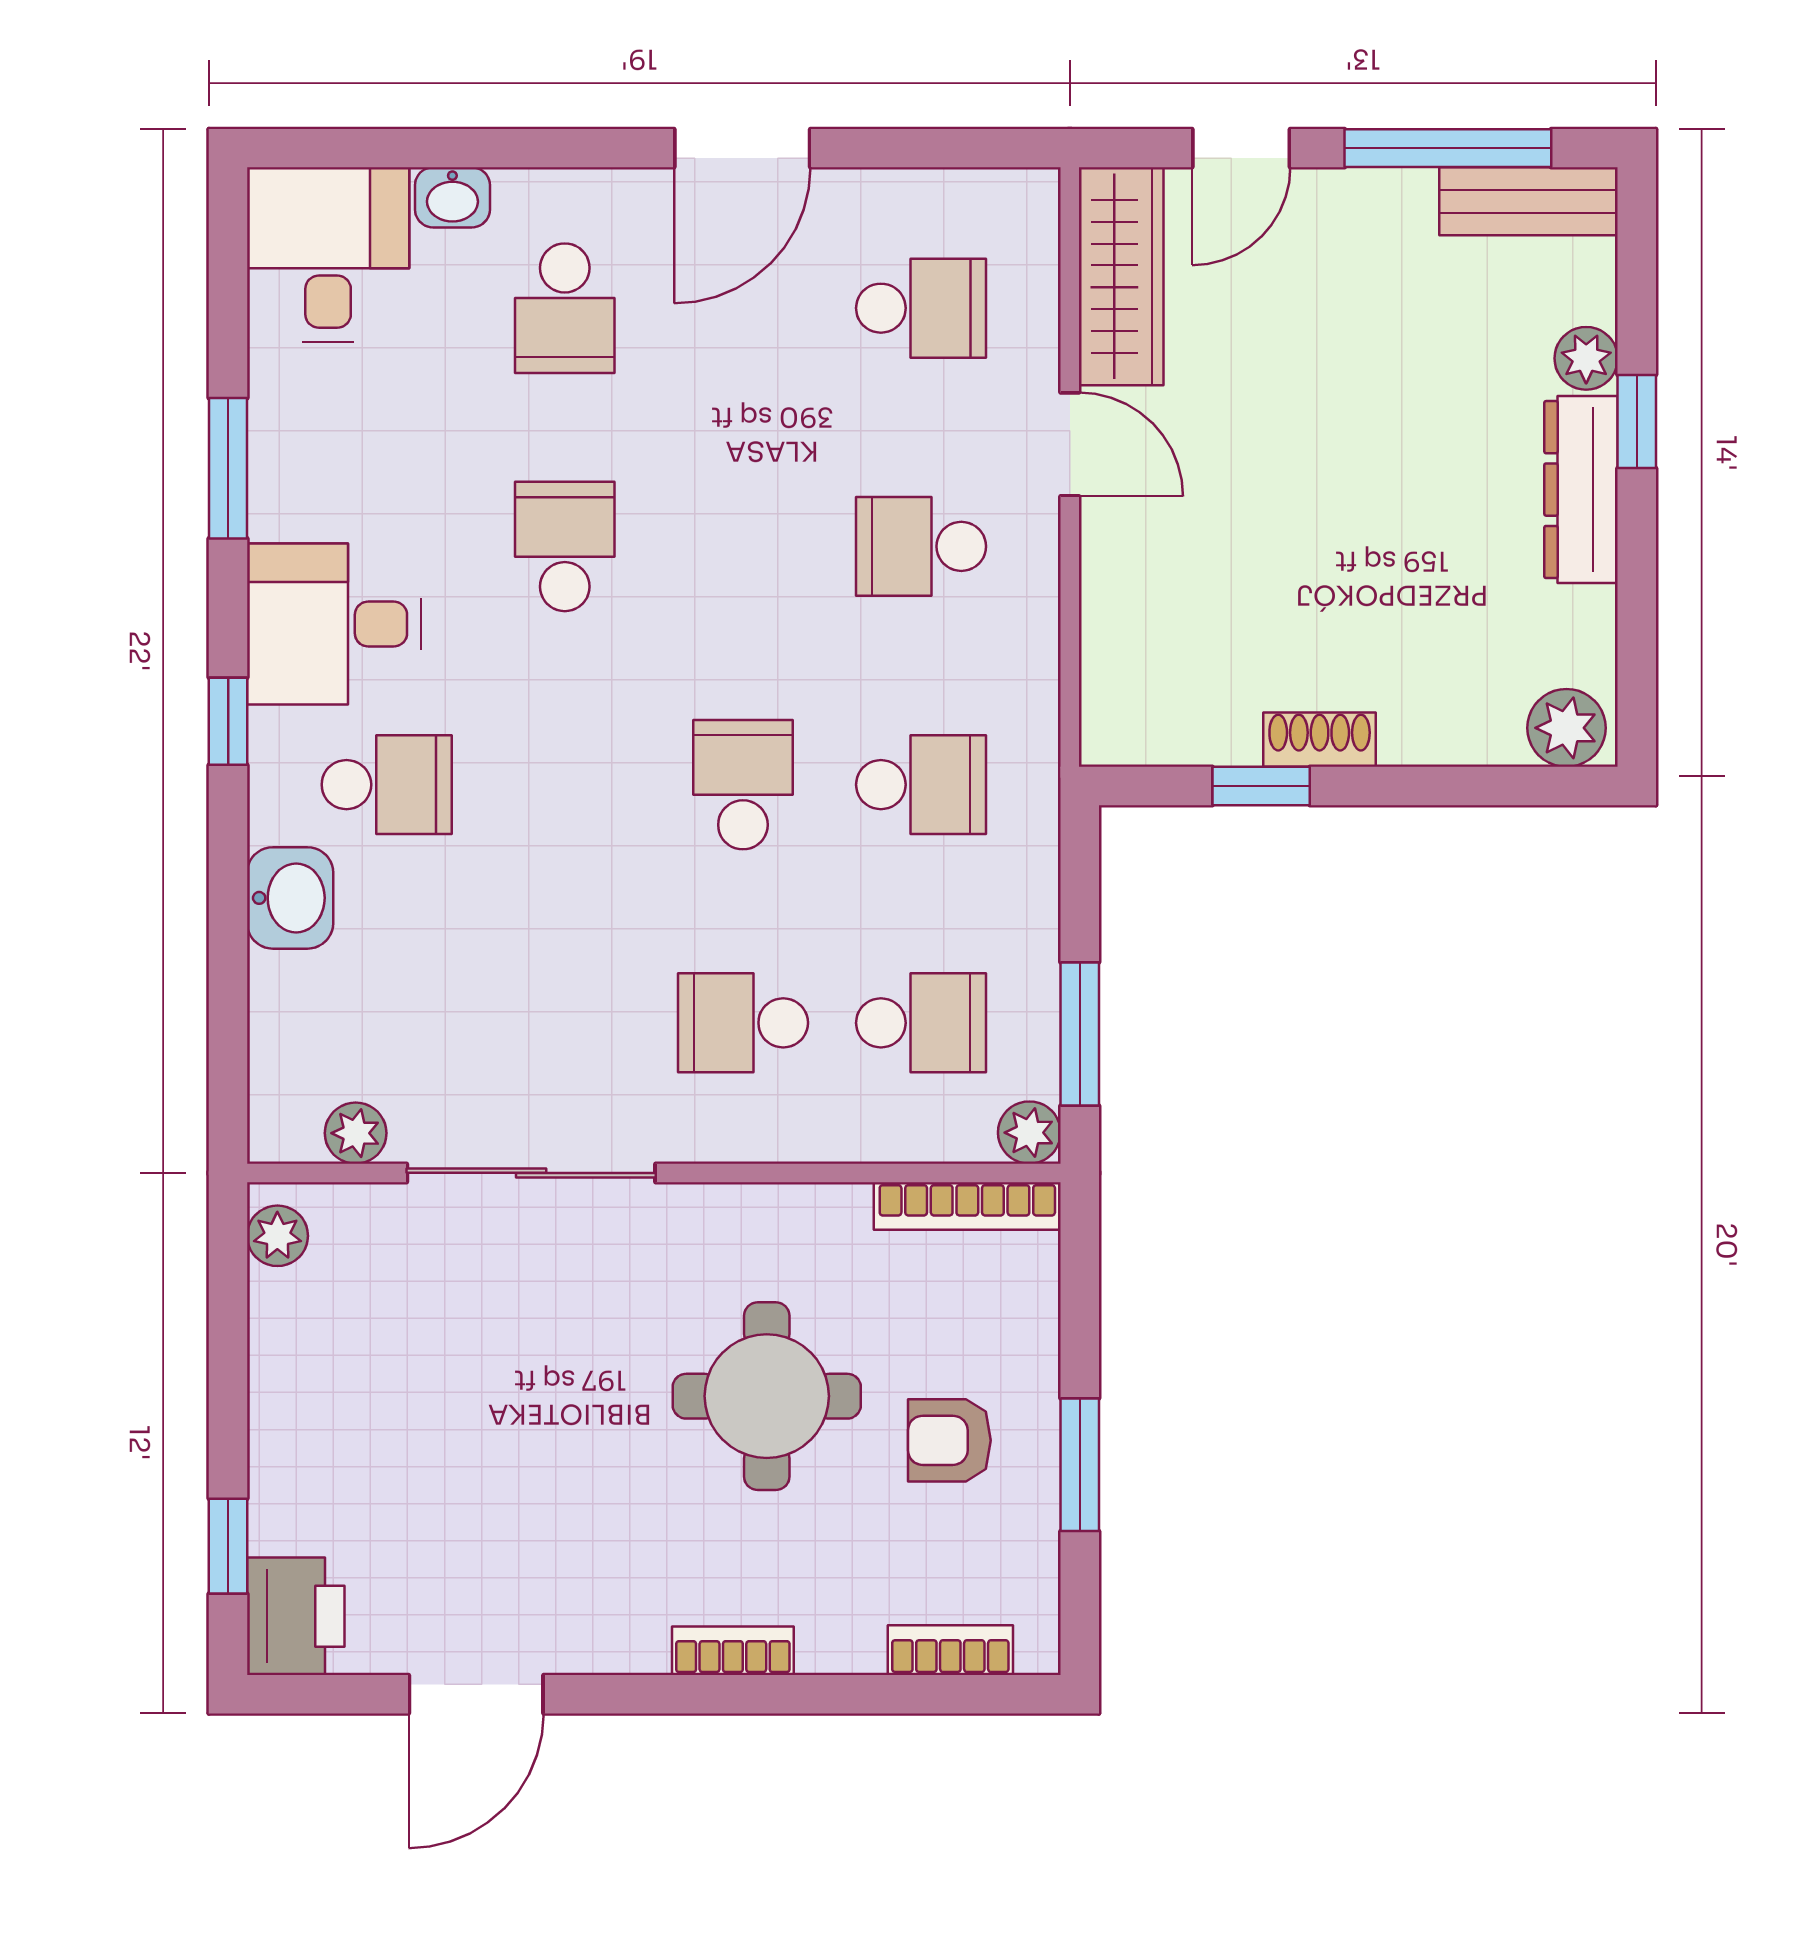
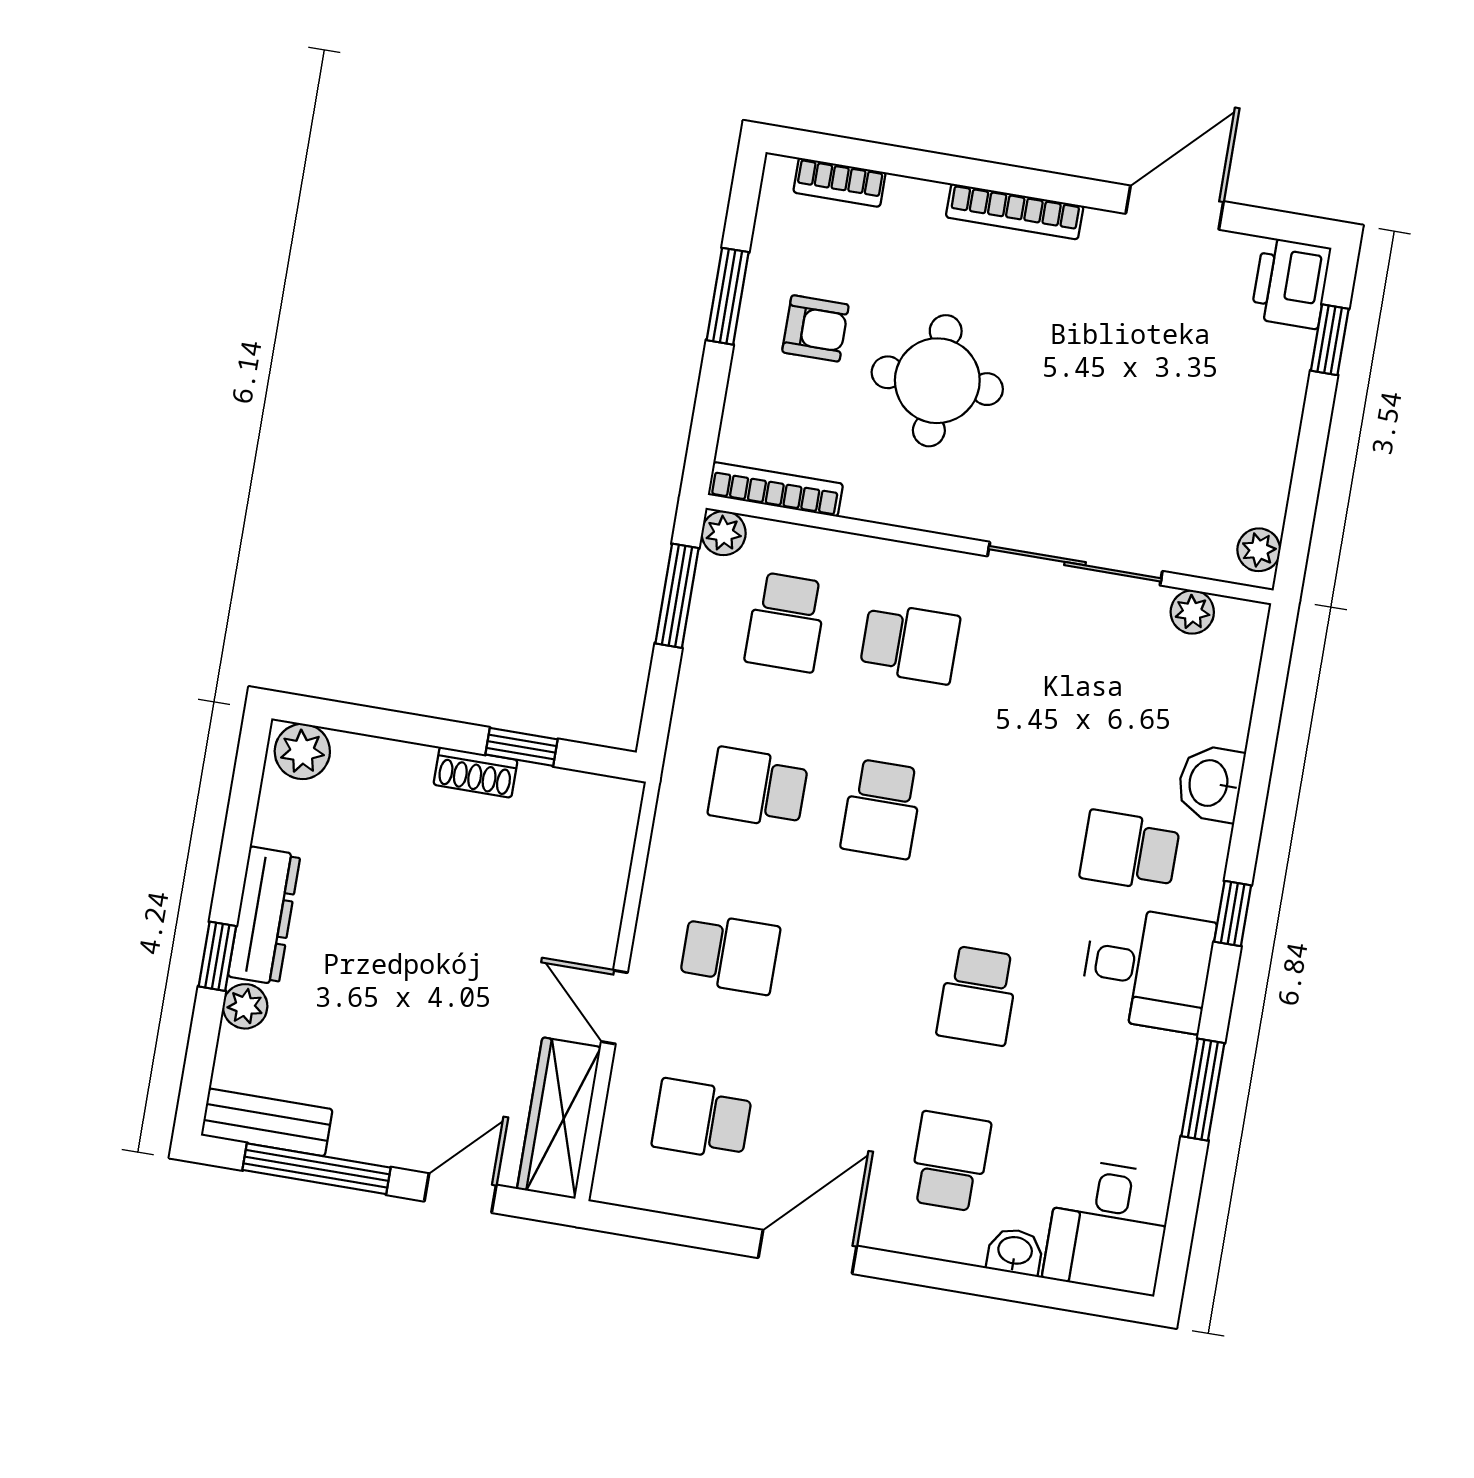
school desk: (921, 1023) -> (786, 622), turned -90
bookcase: (733, 1651) -> (1015, 212), width x1.56

